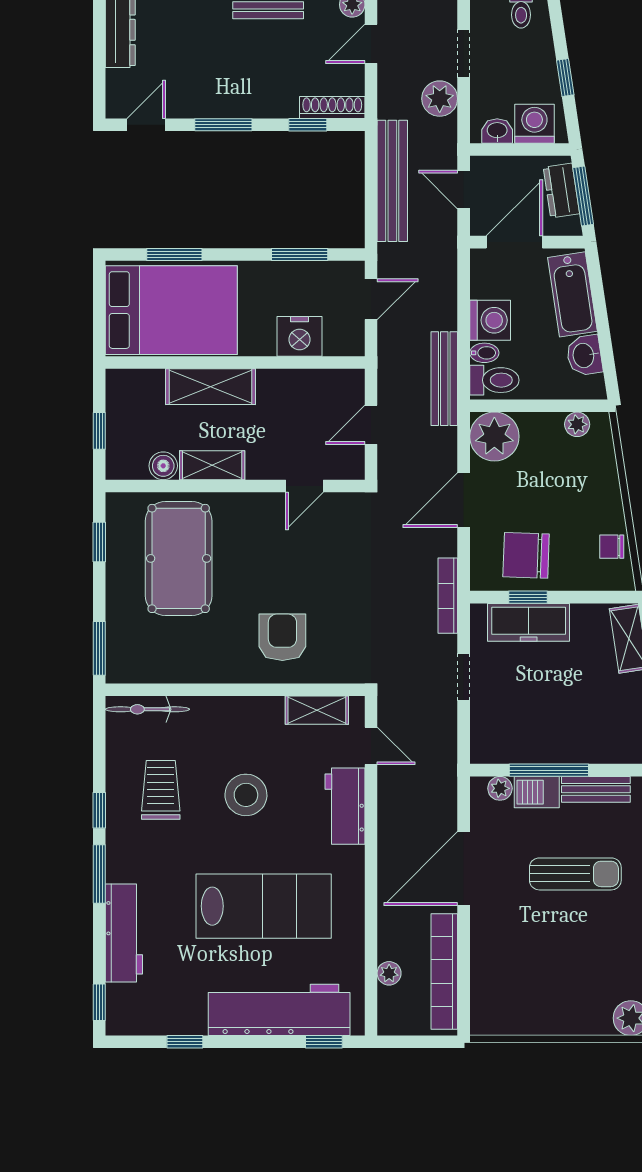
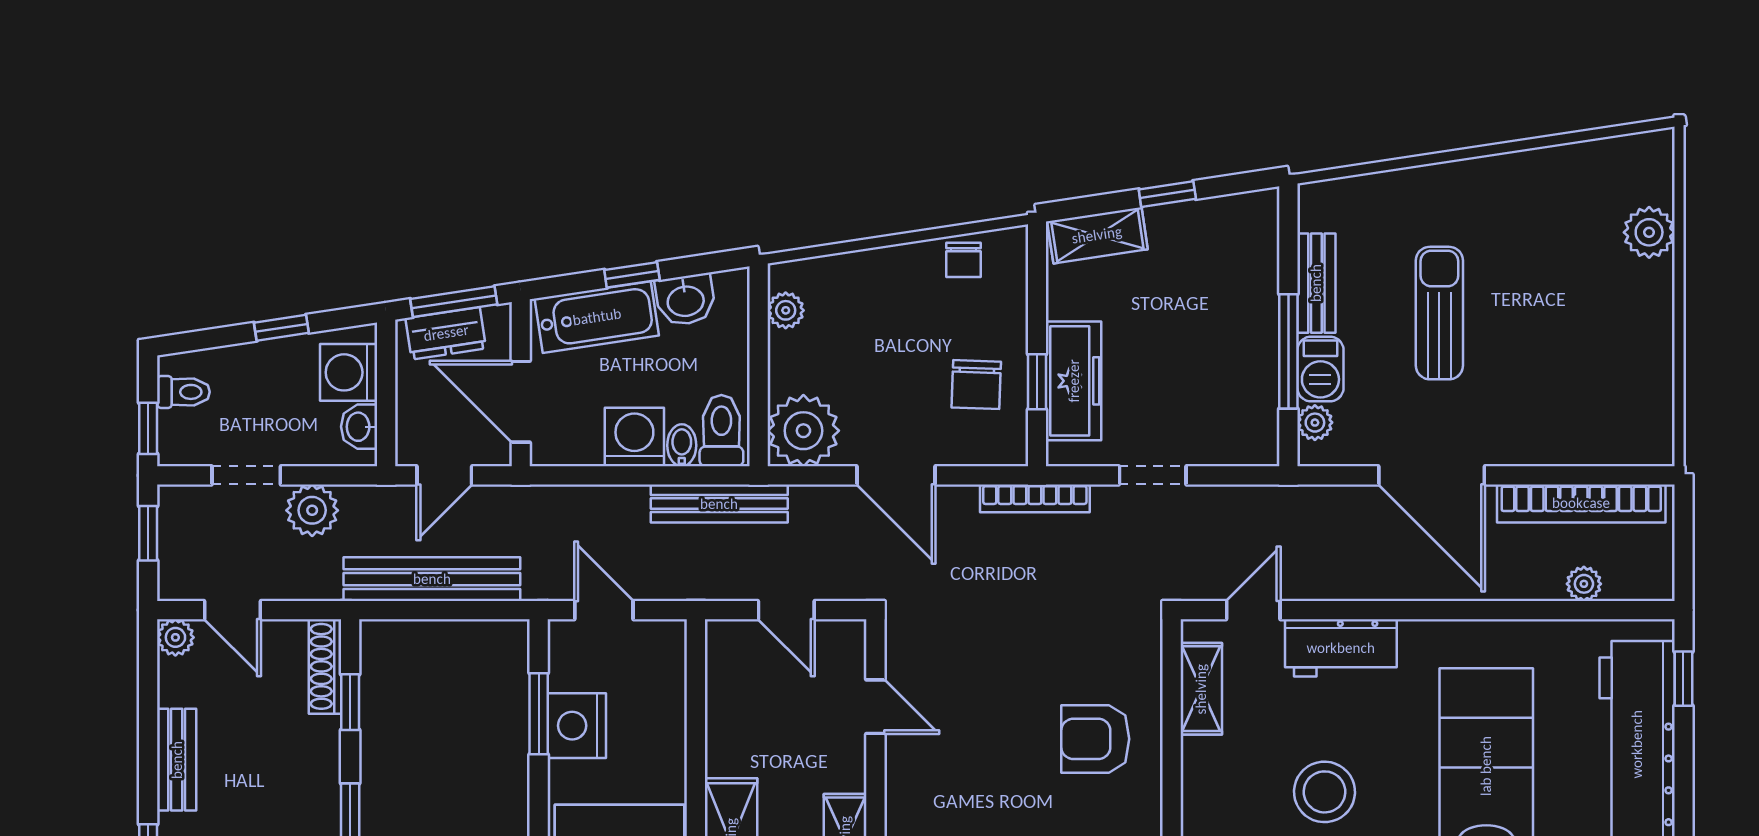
window: (602, 319) -> (632, 275), added
nightstand: (299, 336) -> (577, 726), moved, turned 180
chair: (526, 555) -> (976, 385), width x0.73, depth x0.73

